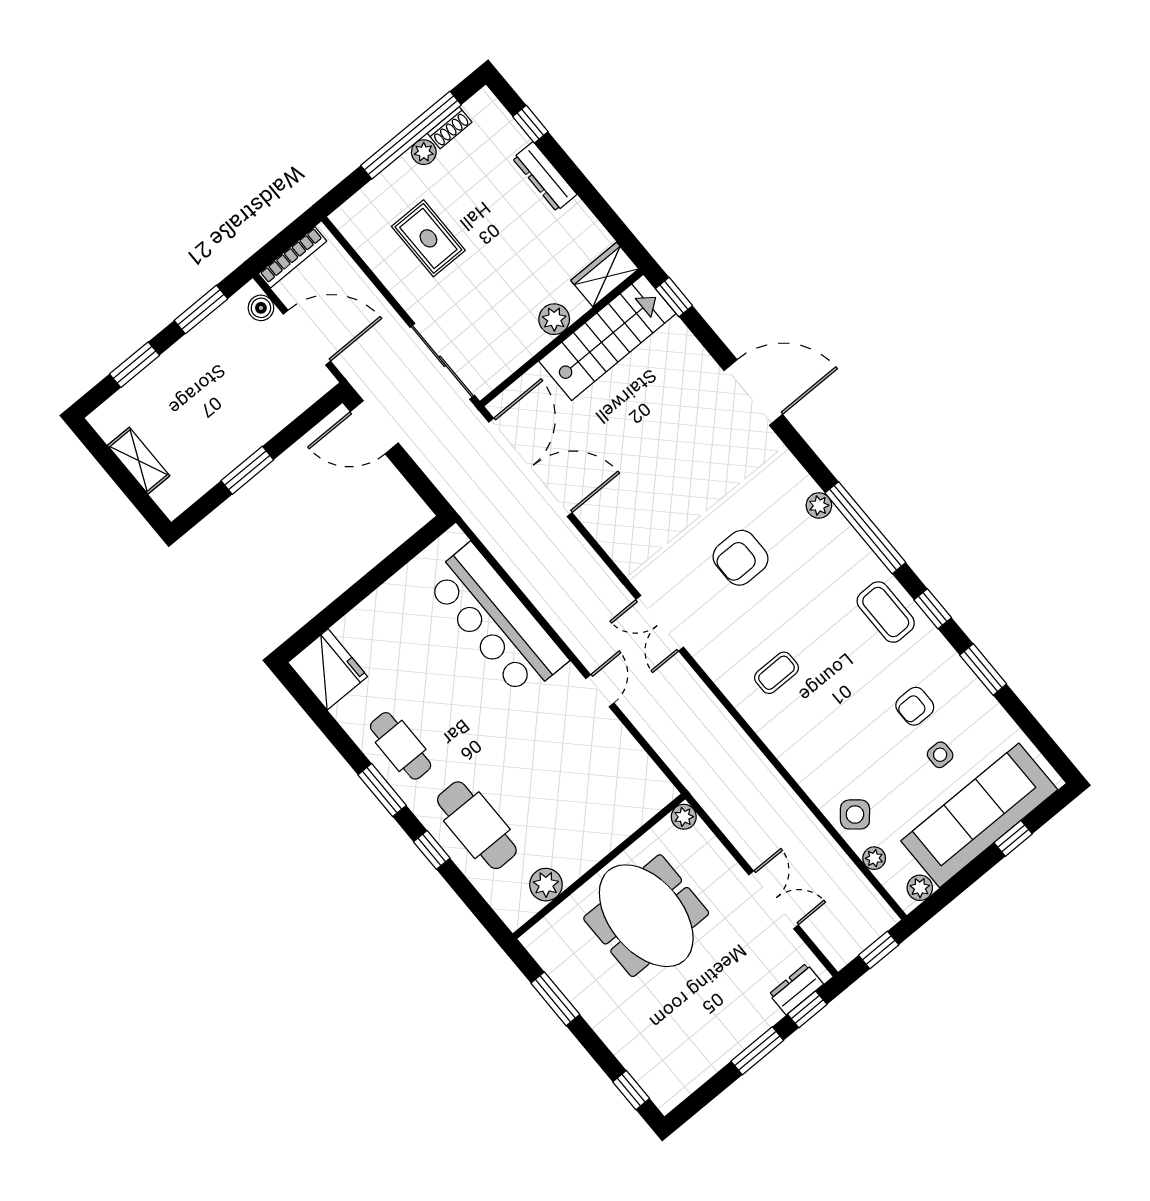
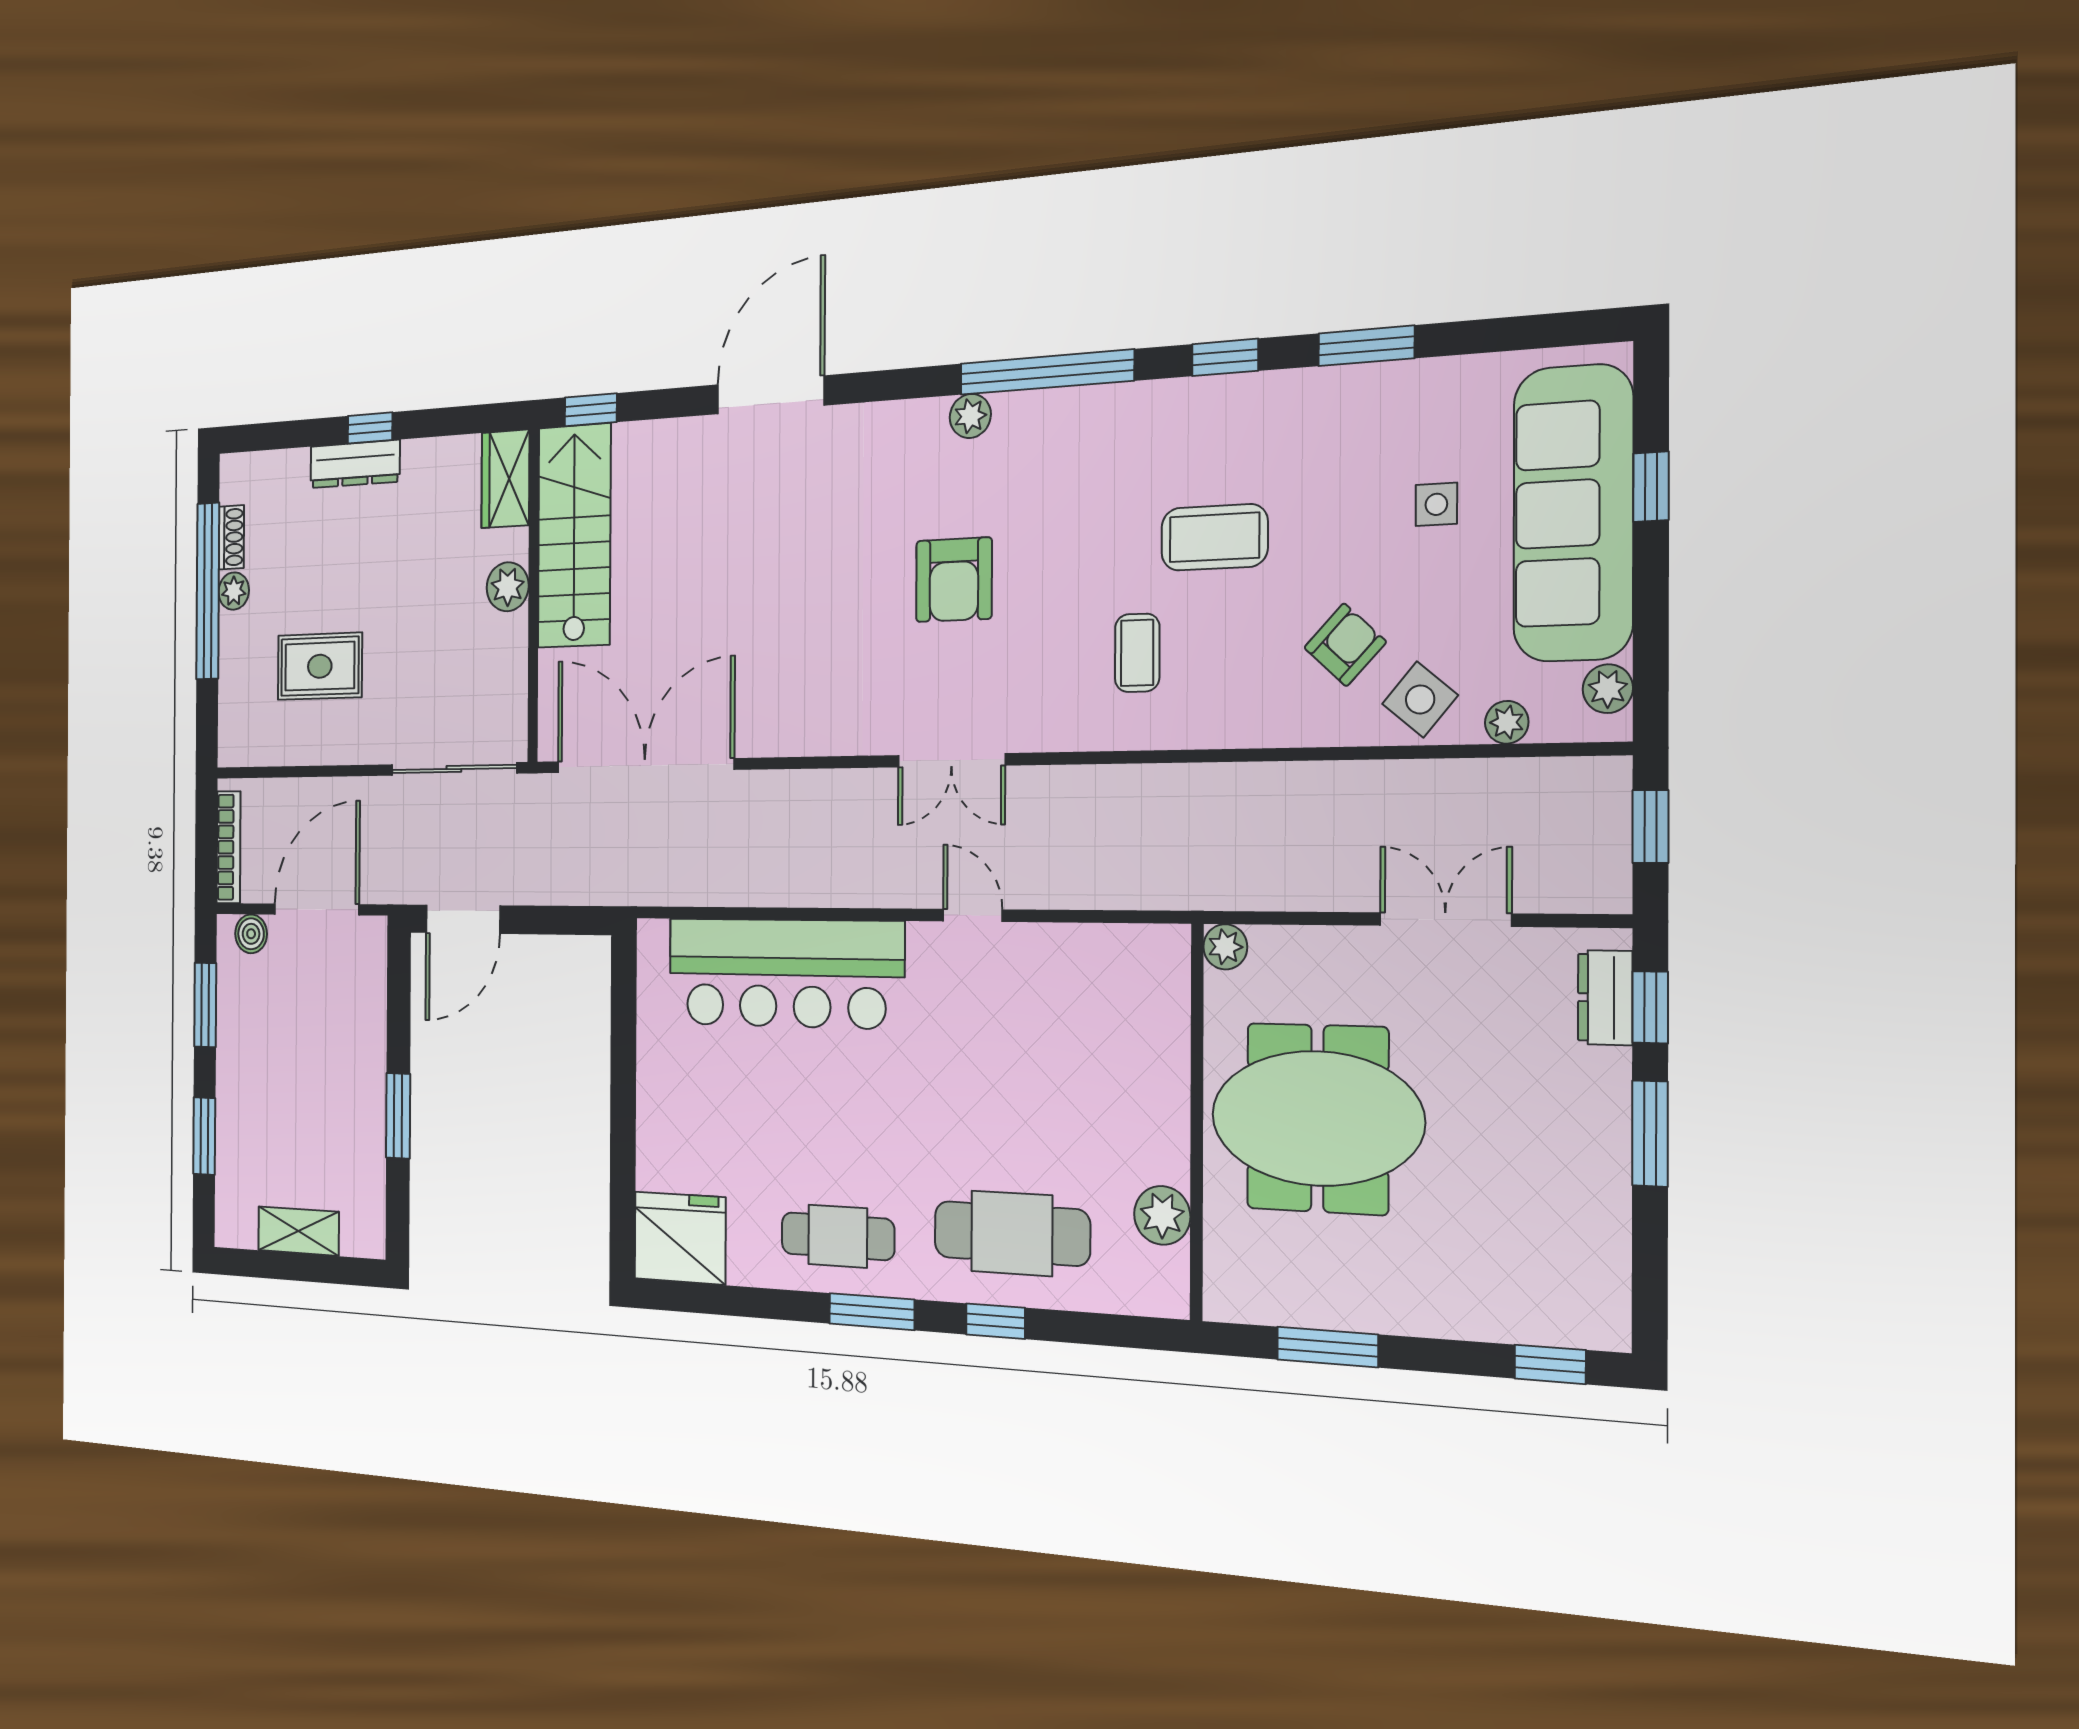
window: (530, 124) -> (370, 428), moved
coffee table: (886, 612) -> (1214, 537), moved
armchair: (915, 706) -> (1345, 645), moved, turned -137

